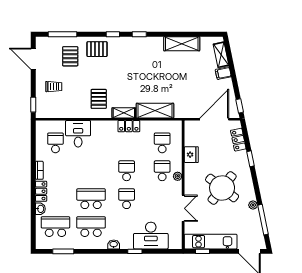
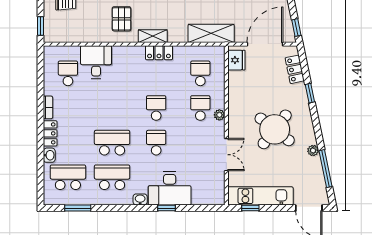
shelving: (155, 111) -> (211, 33), moved
fridge: (191, 155) -> (236, 60), moved
desk: (151, 236) -> (170, 188), moved

